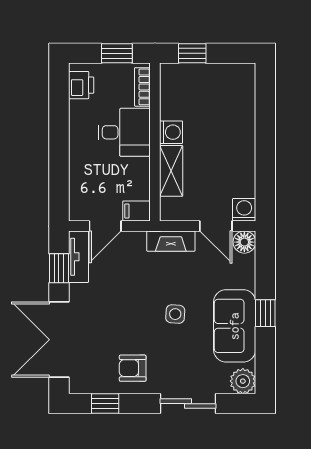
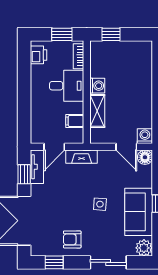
filing cabinet: (136, 211) -> (75, 121), moved
fireplace: (171, 241) -> (82, 157), moved

